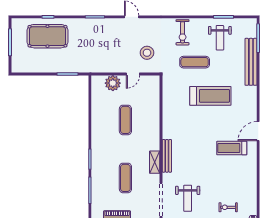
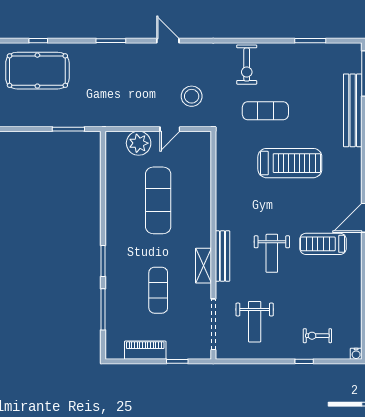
weight bench: (220, 38) -> (272, 253), moved
exercise mat: (125, 120) -> (158, 200), width x1.36, depth x1.45

